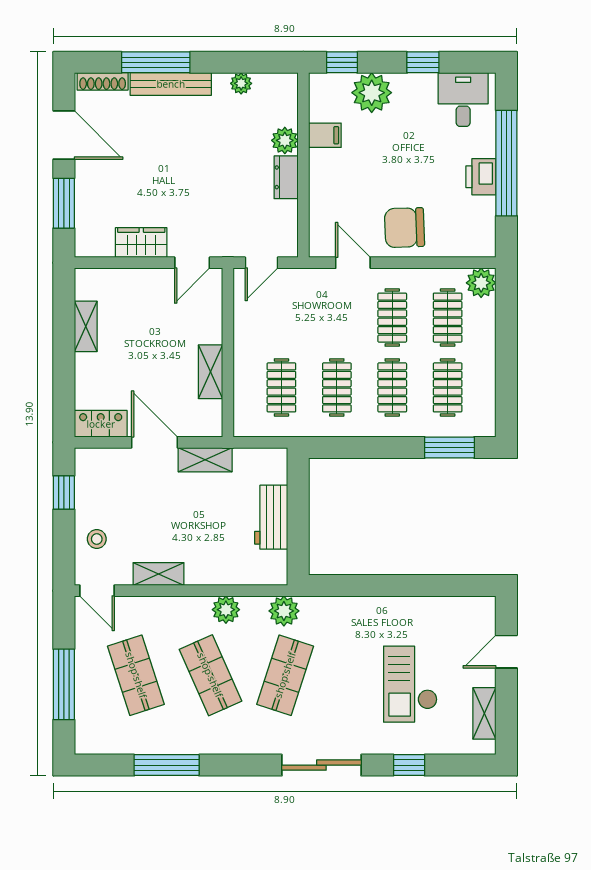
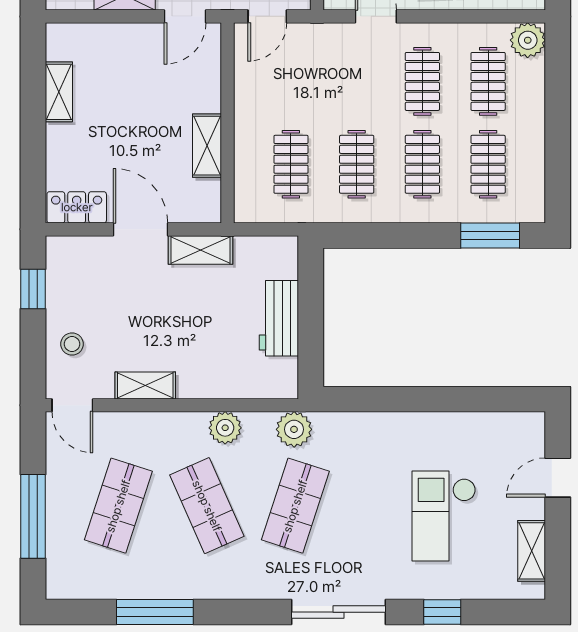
shop shelf: (136, 675) -> (118, 506), turned 36

